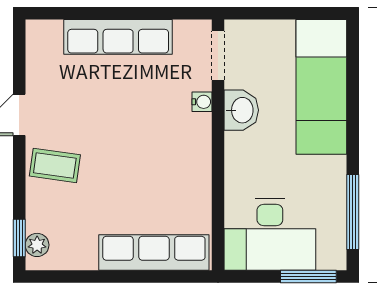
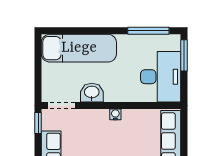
window: (186, 13) -> (38, 123), added
water cooler: (202, 102) -> (115, 114), moved

